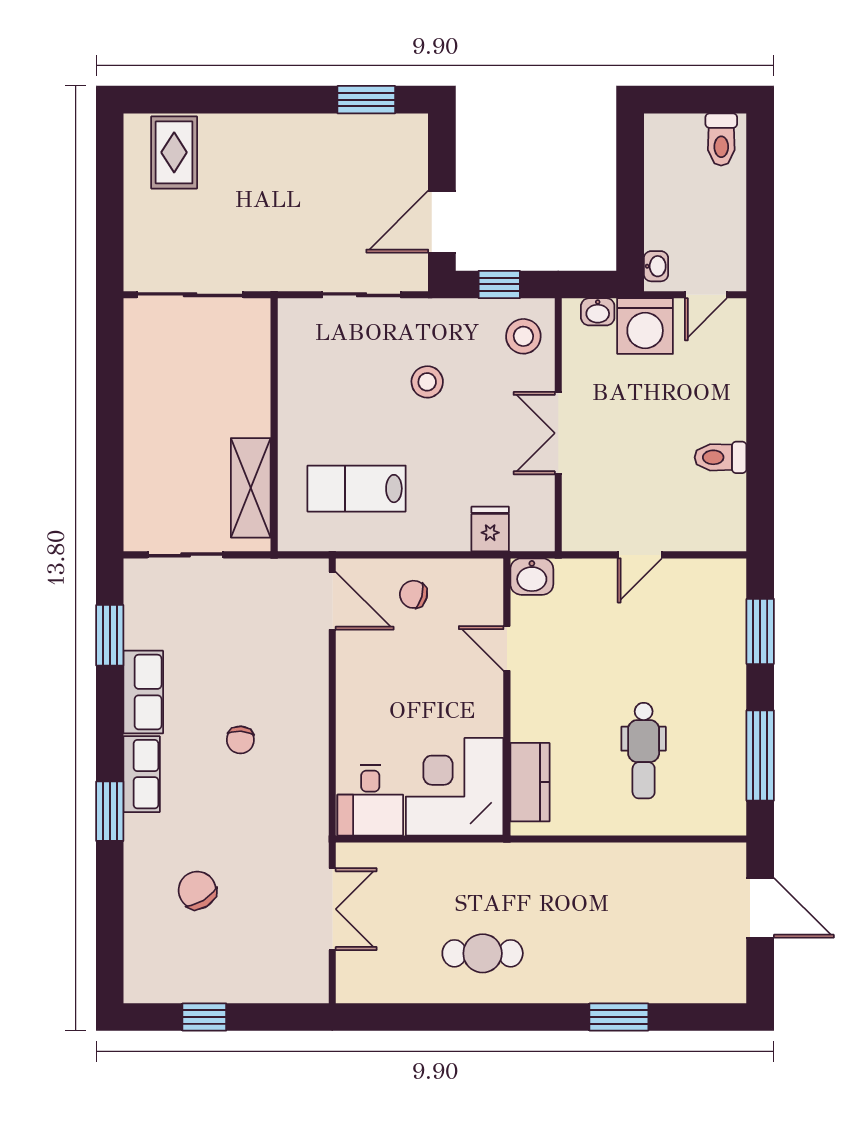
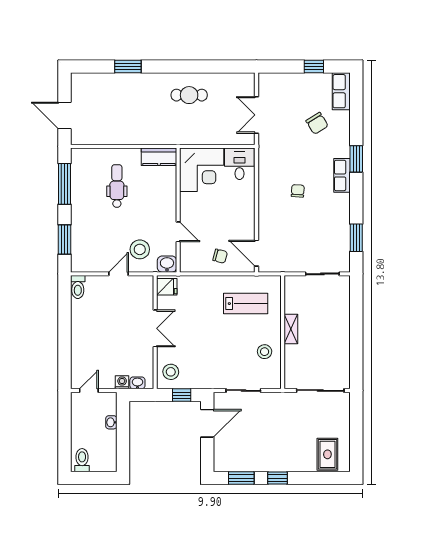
window: (285, 100) -> (278, 478), added
washbasin: (656, 266) -> (111, 422), moved
washing machine: (645, 326) -> (122, 382), width x0.53, depth x0.53
stool: (427, 382) -> (265, 352), moved
toilet: (721, 457) -> (78, 287), moved, turned 90
shelving: (251, 488) -> (291, 329), moved, width x0.67, depth x0.75
fridge: (490, 529) -> (167, 287), moved, turned -90
stool: (593, 609) -> (140, 249), added
row of seats: (143, 692) -> (341, 91), moved
kitchen counter: (530, 782) -> (159, 157), moved, turned -90

